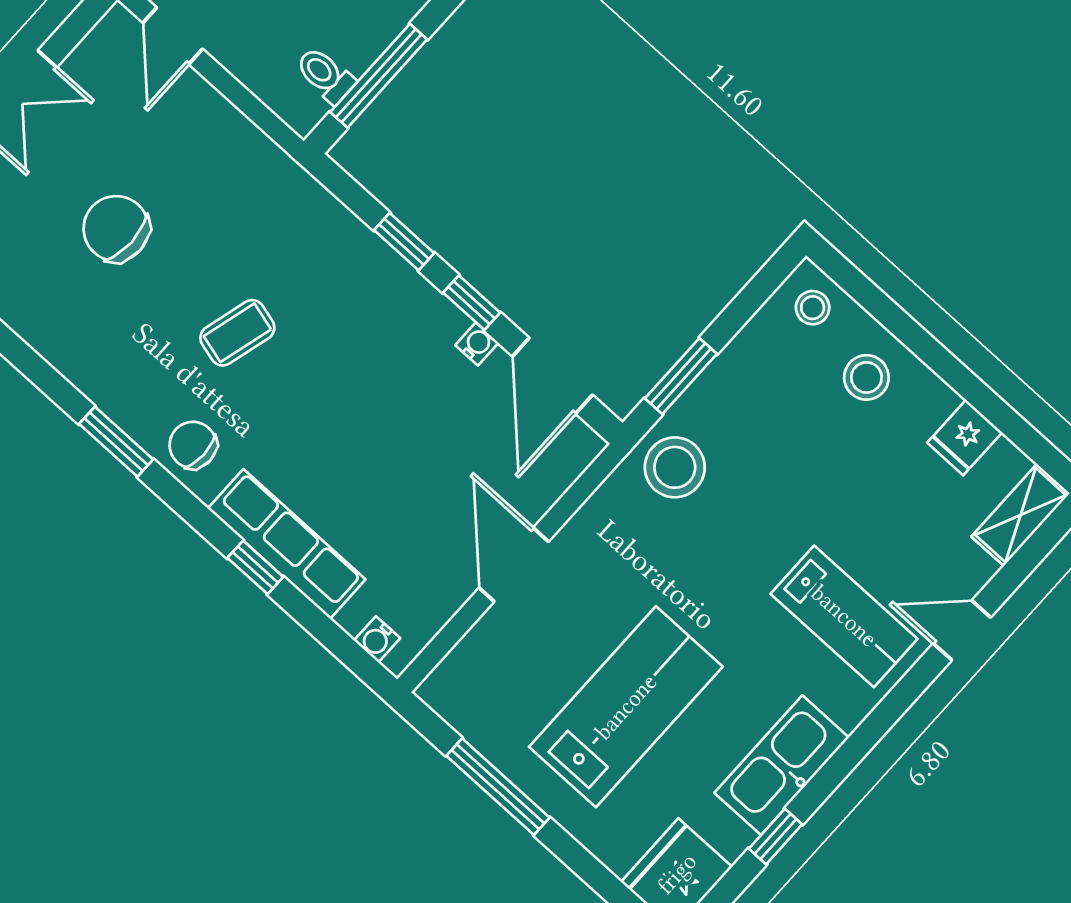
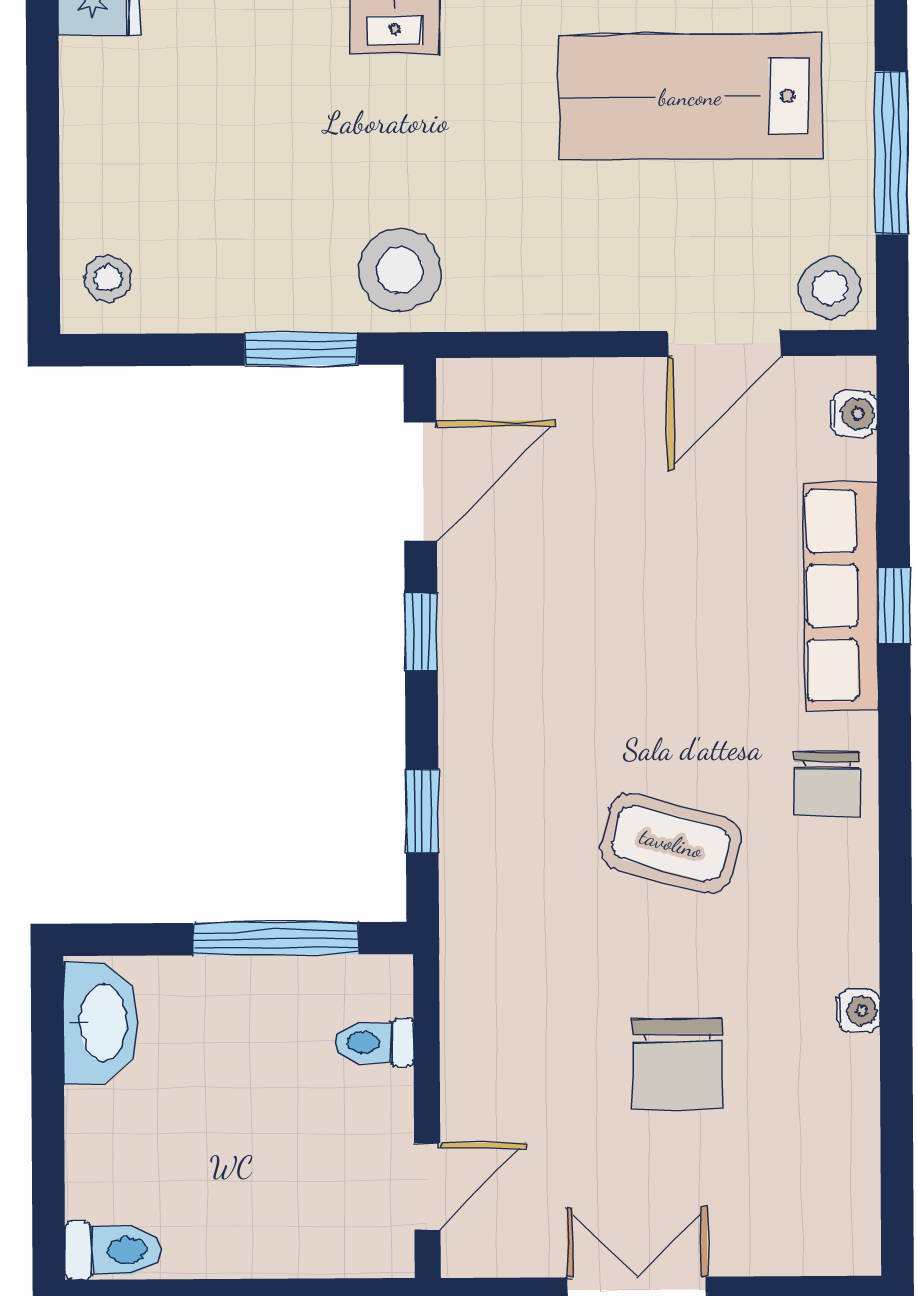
toilet: (325, 75) -> (374, 1043), moved, turned 90
window: (404, 242) -> (422, 811), moved
coffee table: (237, 333) -> (671, 843), width x1.36, depth x1.30
water cooler: (477, 344) -> (859, 1011), moved, turned 180
stool: (866, 377) -> (830, 288), moved
window: (116, 442) -> (895, 866), removed
door: (514, 565) -> (724, 344), moved

